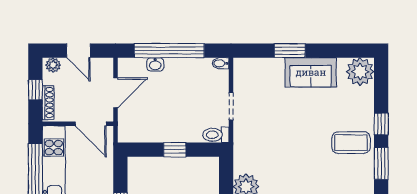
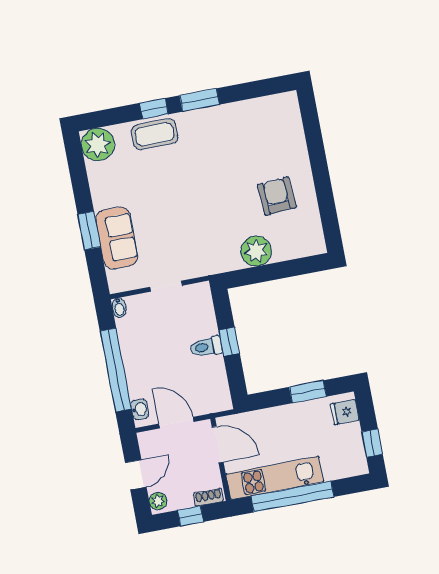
washbasin: (155, 64) -> (140, 409), moved
sofa: (311, 72) -> (117, 238), moved
shoe rack: (48, 103) -> (208, 497), width x0.70
door: (91, 124) -> (218, 445), hinge flipped
toilet: (216, 135) -> (206, 347), moved, turned 90
coffee table: (351, 143) -> (155, 134), moved, turned 90

